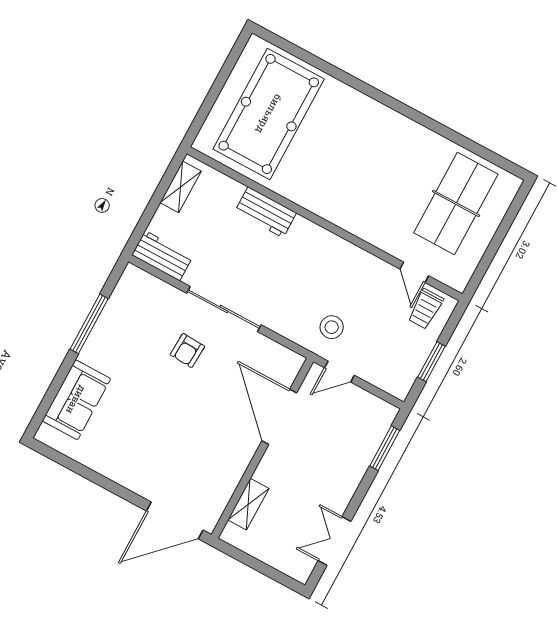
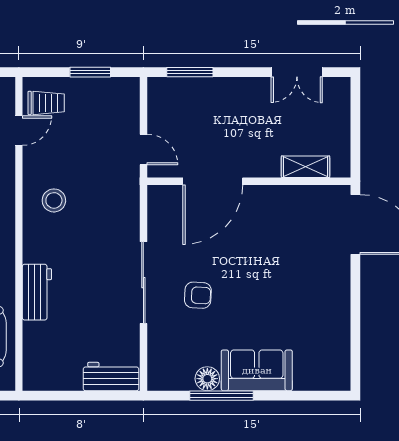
shelving: (181, 187) -> (55, 380), removed
workbench: (162, 256) -> (111, 377), moved, turned 90
floor lamp: (110, 319) -> (207, 379), added
stool: (332, 327) -> (54, 200), moved
sofa: (76, 400) -> (257, 370), moved

